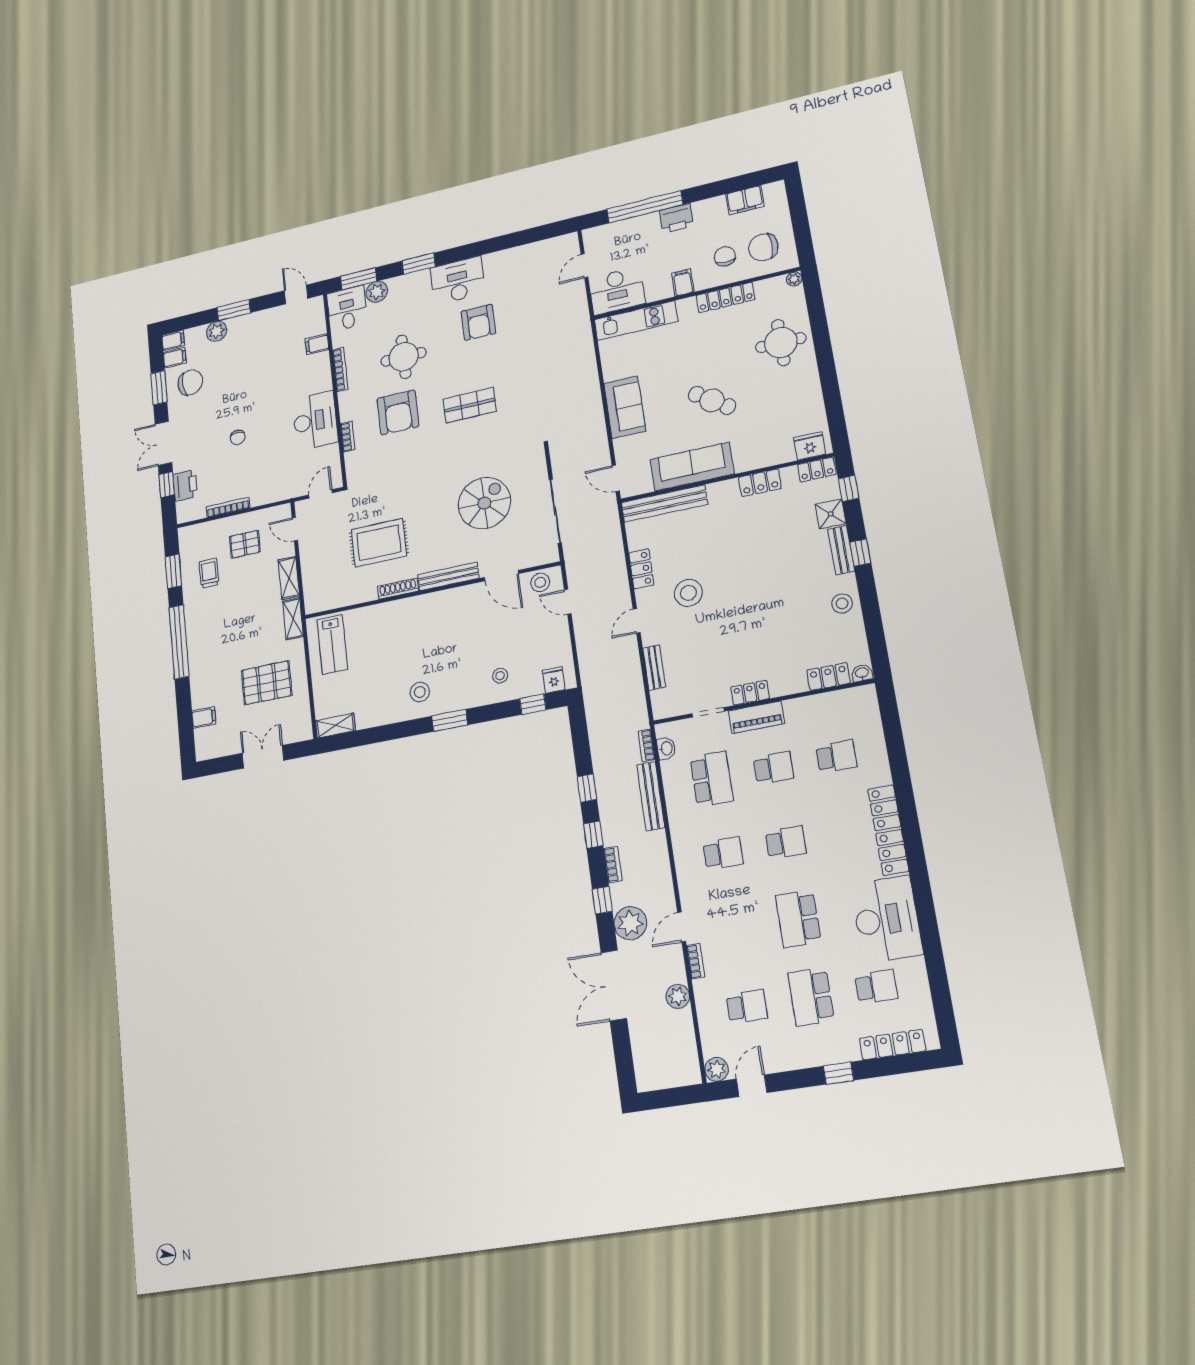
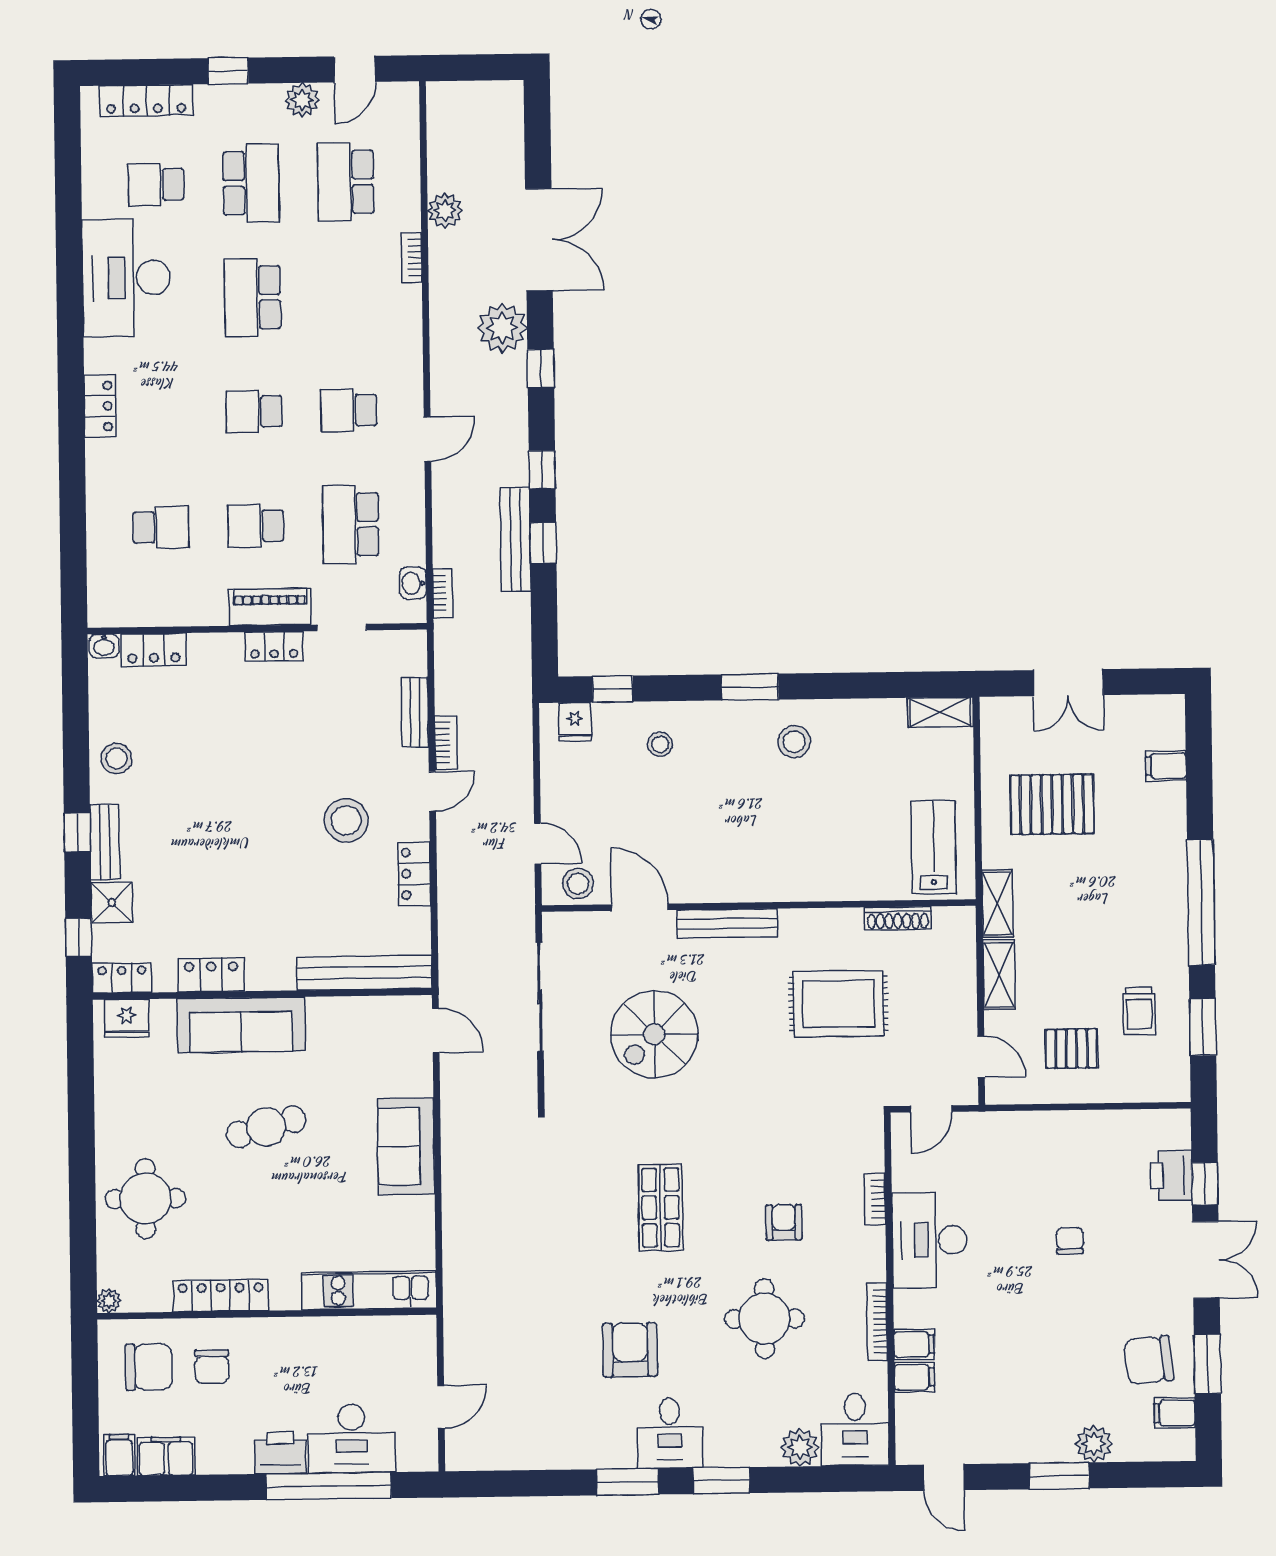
window: (359, 279) -> (627, 1482), moved
desk: (458, 281) -> (670, 1433), width x0.73
filing cabinet: (683, 283) -> (119, 1455), moved, turned 180
desk: (617, 291) -> (352, 1438), moved, turned 180
filing cabinet: (173, 340) -> (914, 1344), moved, turned 180
cafe table: (712, 400) -> (266, 1127), turned -50
shop shelf: (470, 405) -> (661, 1208), turned 90
armchair: (398, 412) -> (784, 1222), width x0.53, depth x0.53
sofa: (692, 467) -> (241, 1025), moved
bookcase: (228, 507) -> (1097, 1120), removed
shoe rack: (398, 589) -> (898, 918), moved
school desk: (836, 756) -> (161, 527), turned 180
bench: (651, 796) -> (516, 540), moved
locker: (888, 830) -> (100, 406), width x0.46, depth x0.83
bookcase: (613, 865) -> (446, 743), moved, turned 180
school desk: (798, 919) -> (253, 297), turned 180
door: (682, 927) -> (427, 439), moved
school desk: (747, 1007) -> (346, 182), width x1.85
plant: (717, 1069) -> (302, 100), moved

